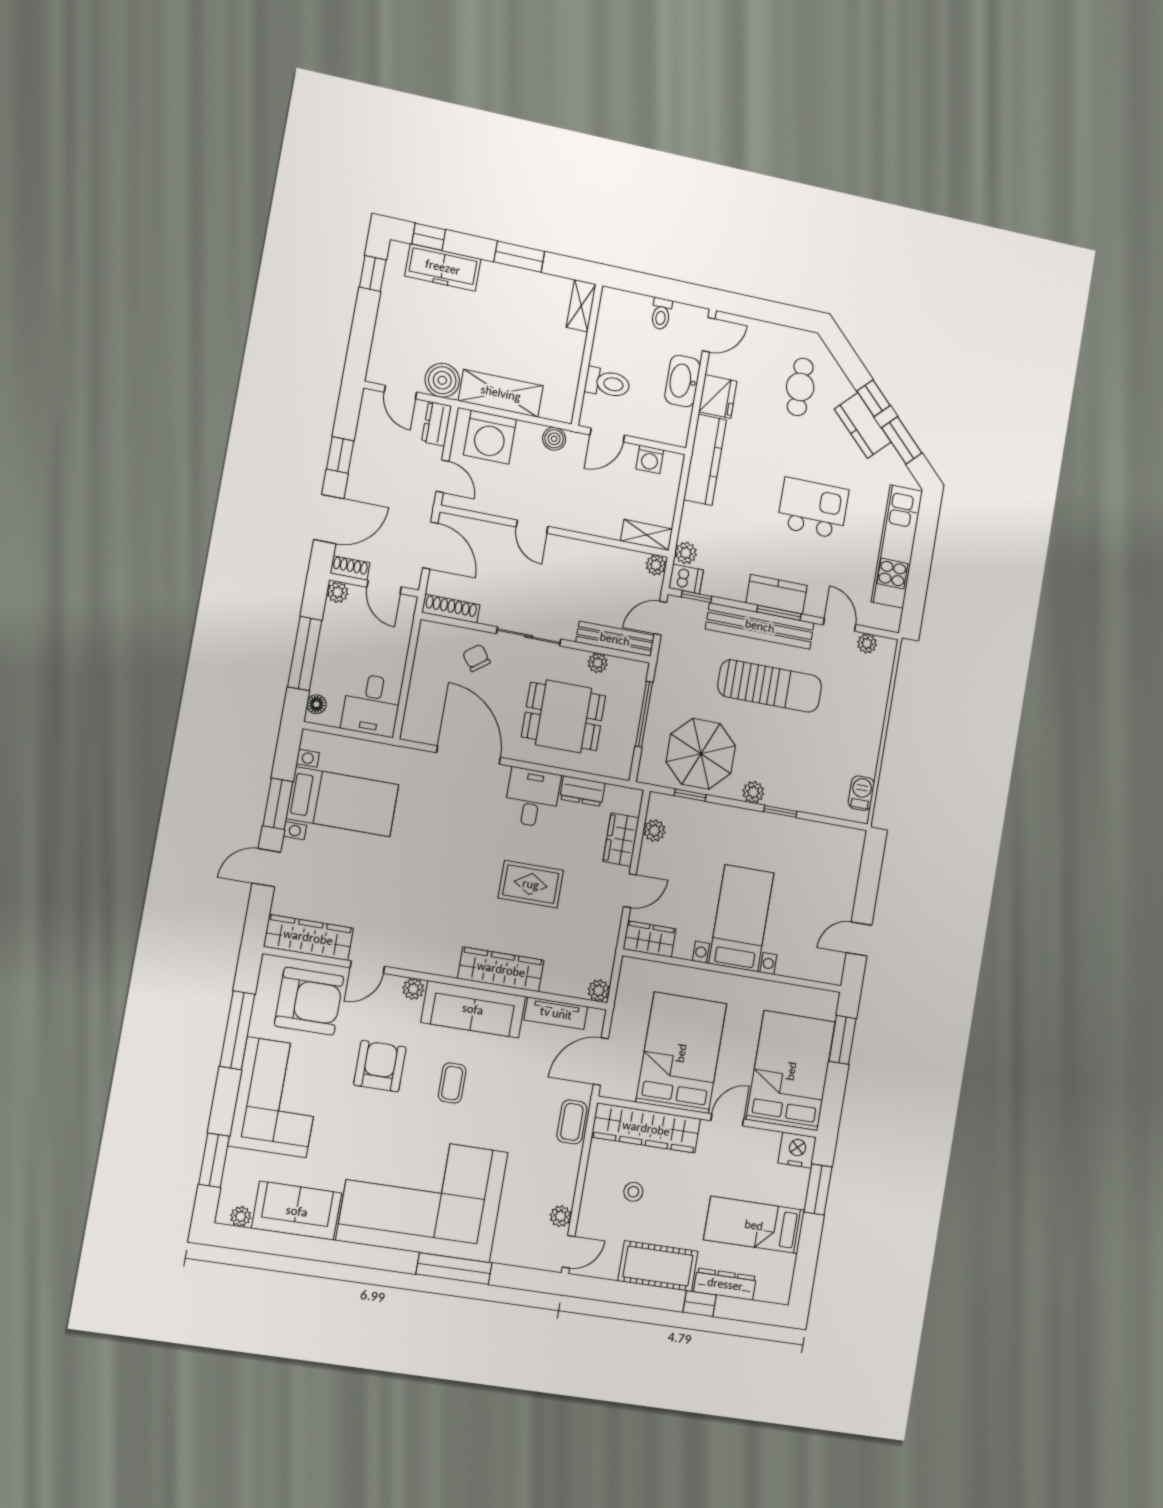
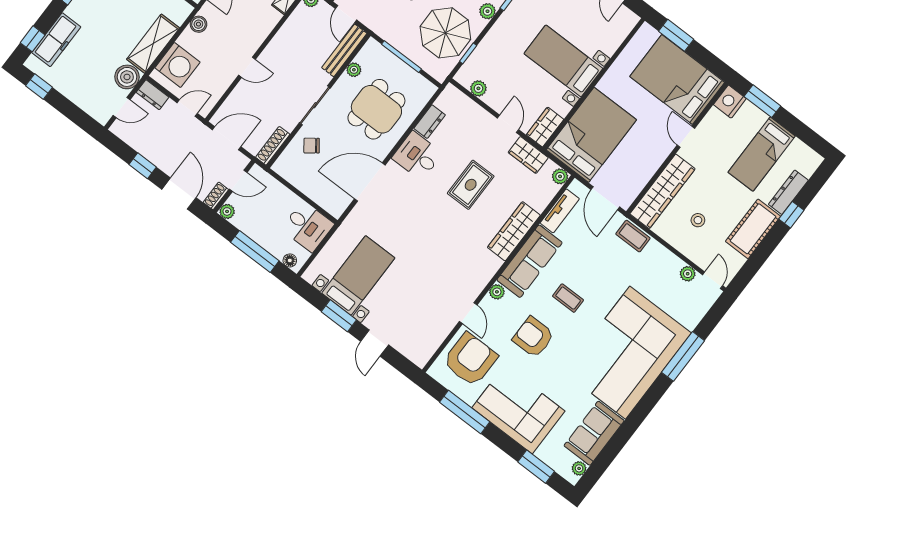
wardrobe: (621, 840) -> (528, 155), moved
wardrobe: (308, 937) -> (431, 340), removed
bed: (681, 1053) -> (591, 135), moved, turned 90

